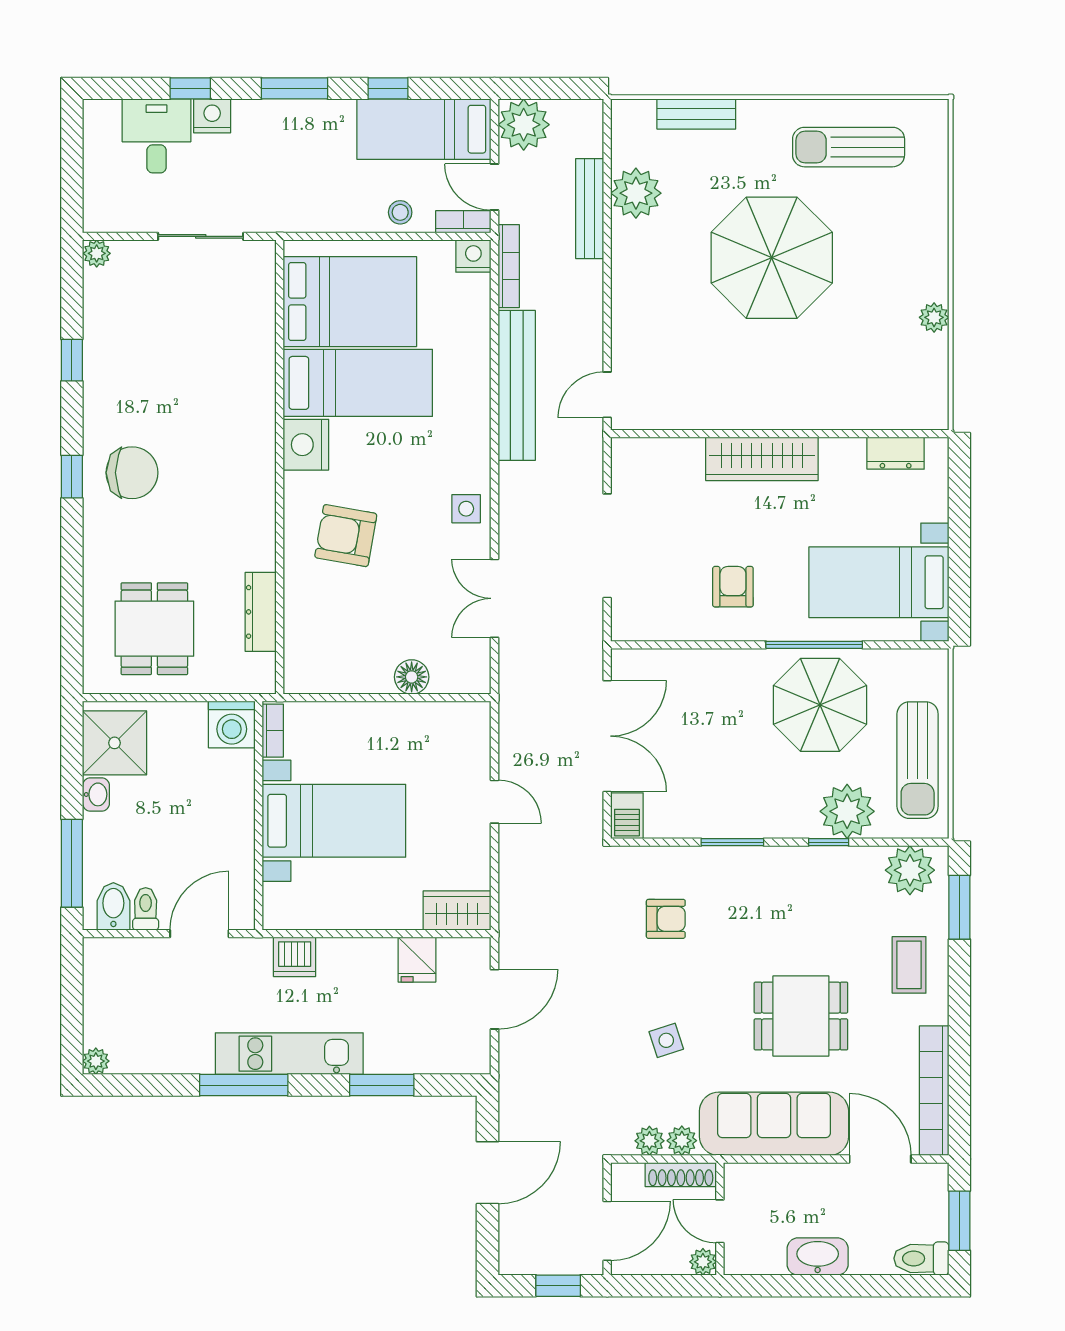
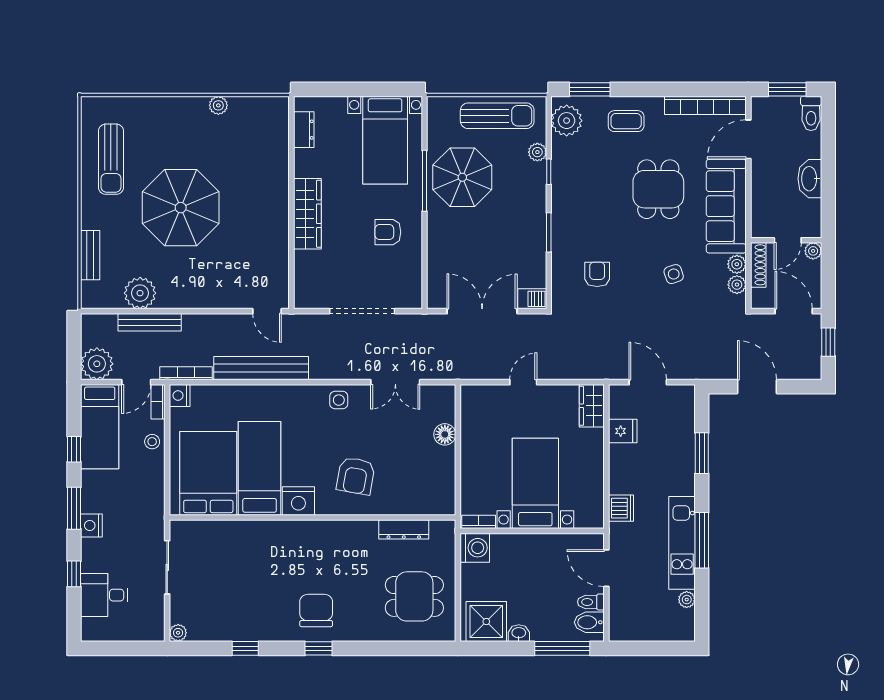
nightstand: (212, 116) -> (91, 525), moved
plant: (847, 811) -> (537, 152), width x0.53, depth x0.53
kitchen unit: (289, 1054) -> (682, 543), moved
plant: (96, 1061) -> (687, 600), moved

